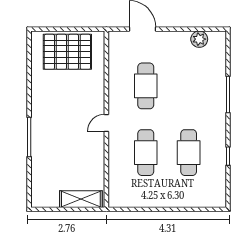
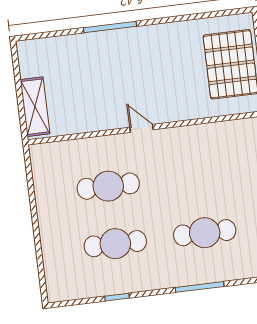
cafe table: (146, 86) -> (205, 233), moved

